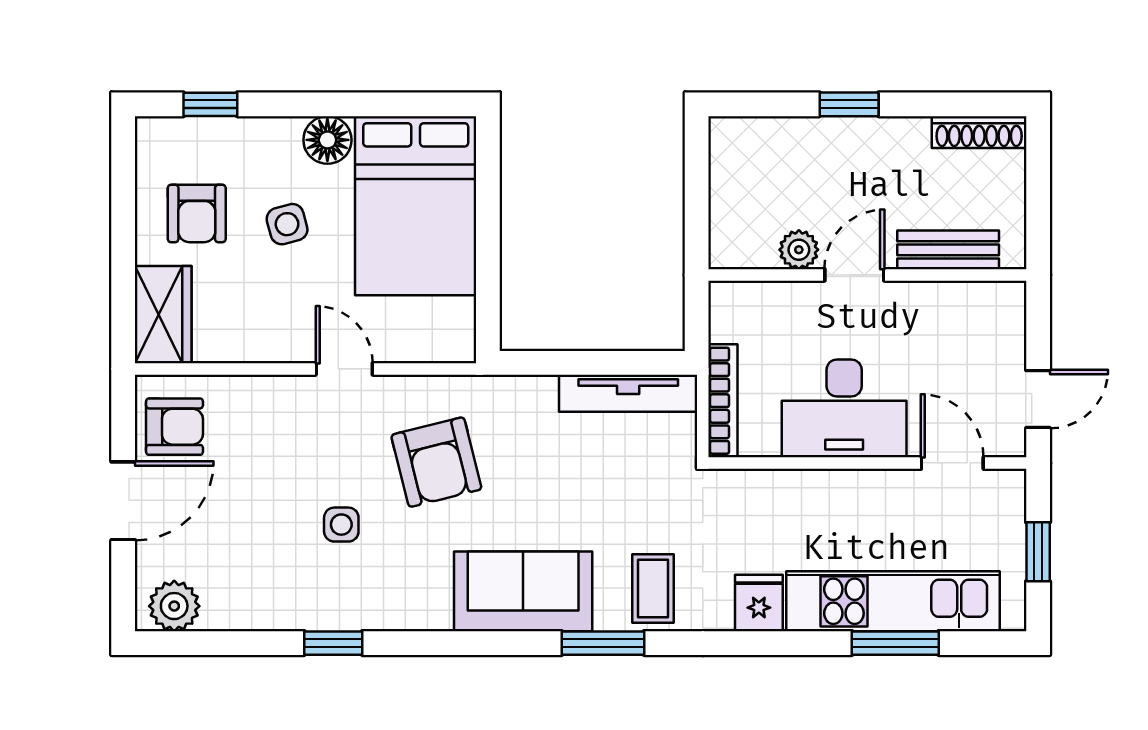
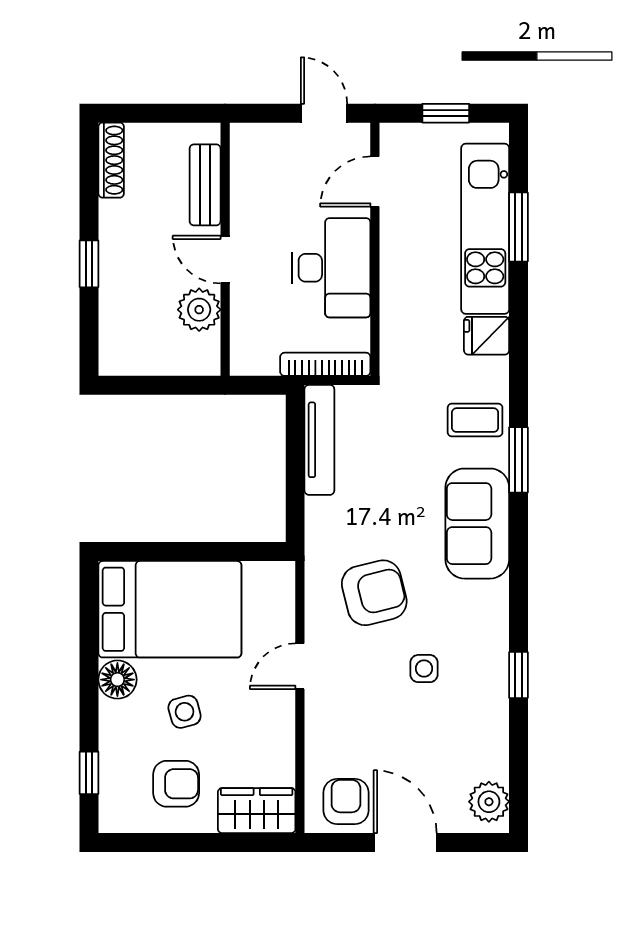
plant: (799, 250) -> (199, 310), width x1.38, depth x1.38

